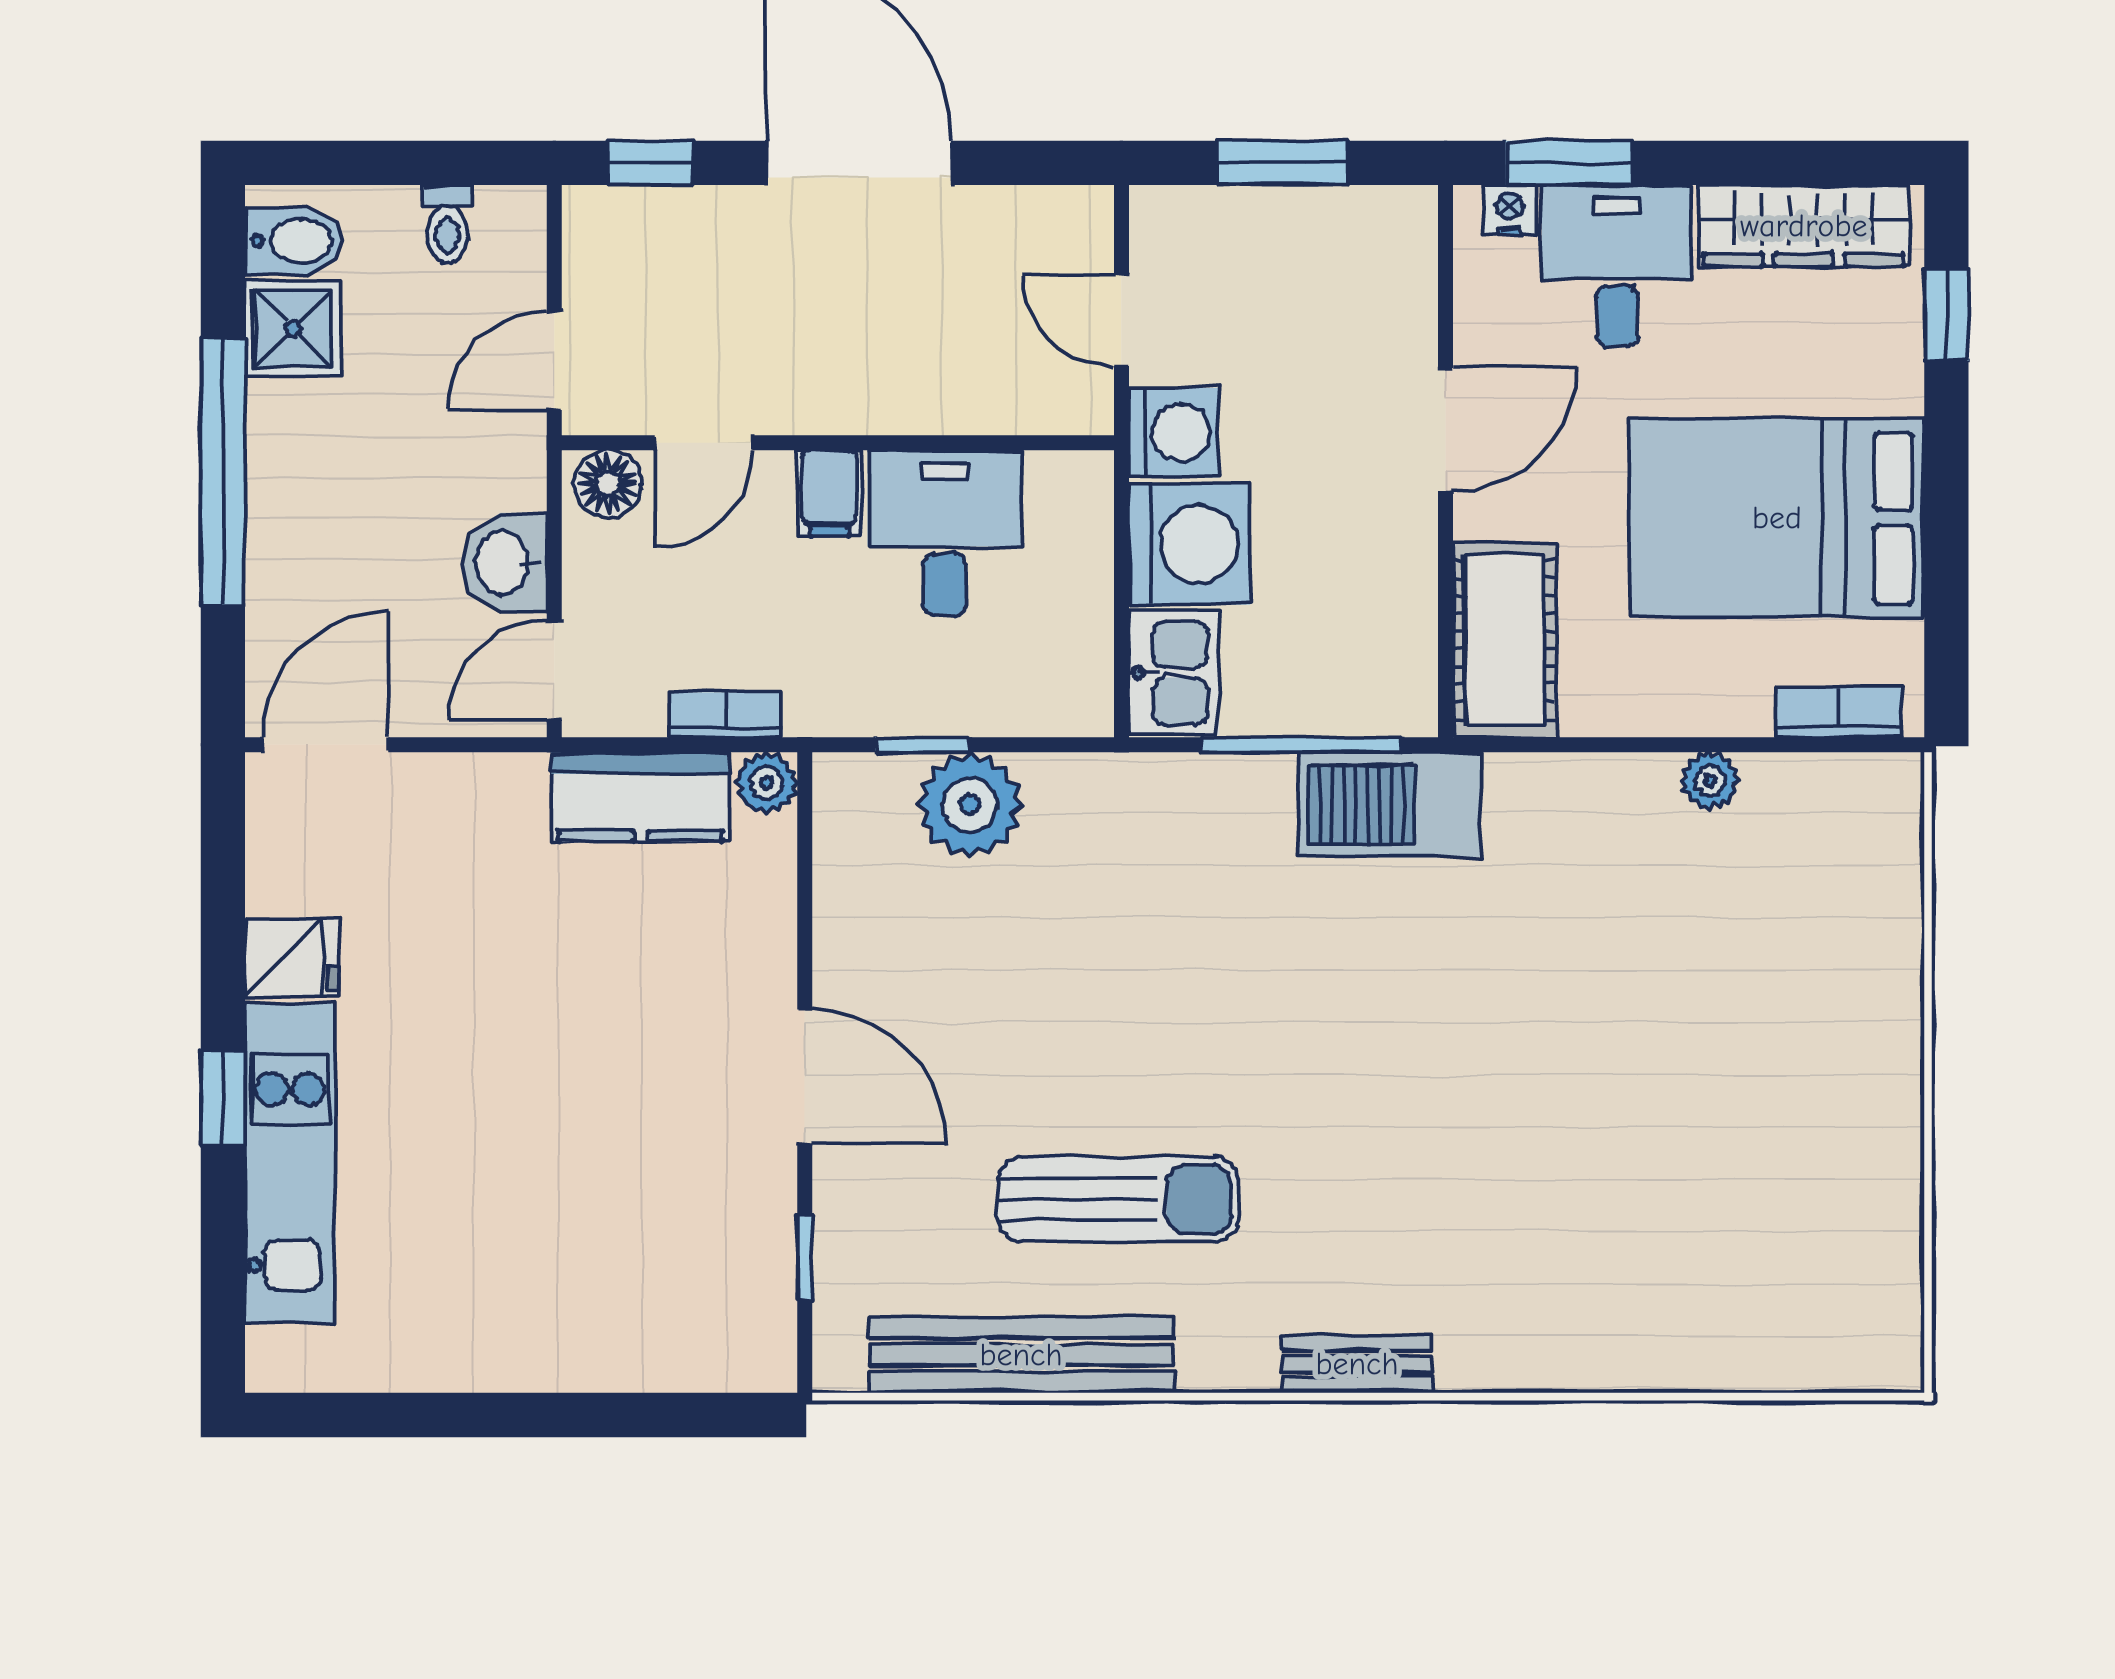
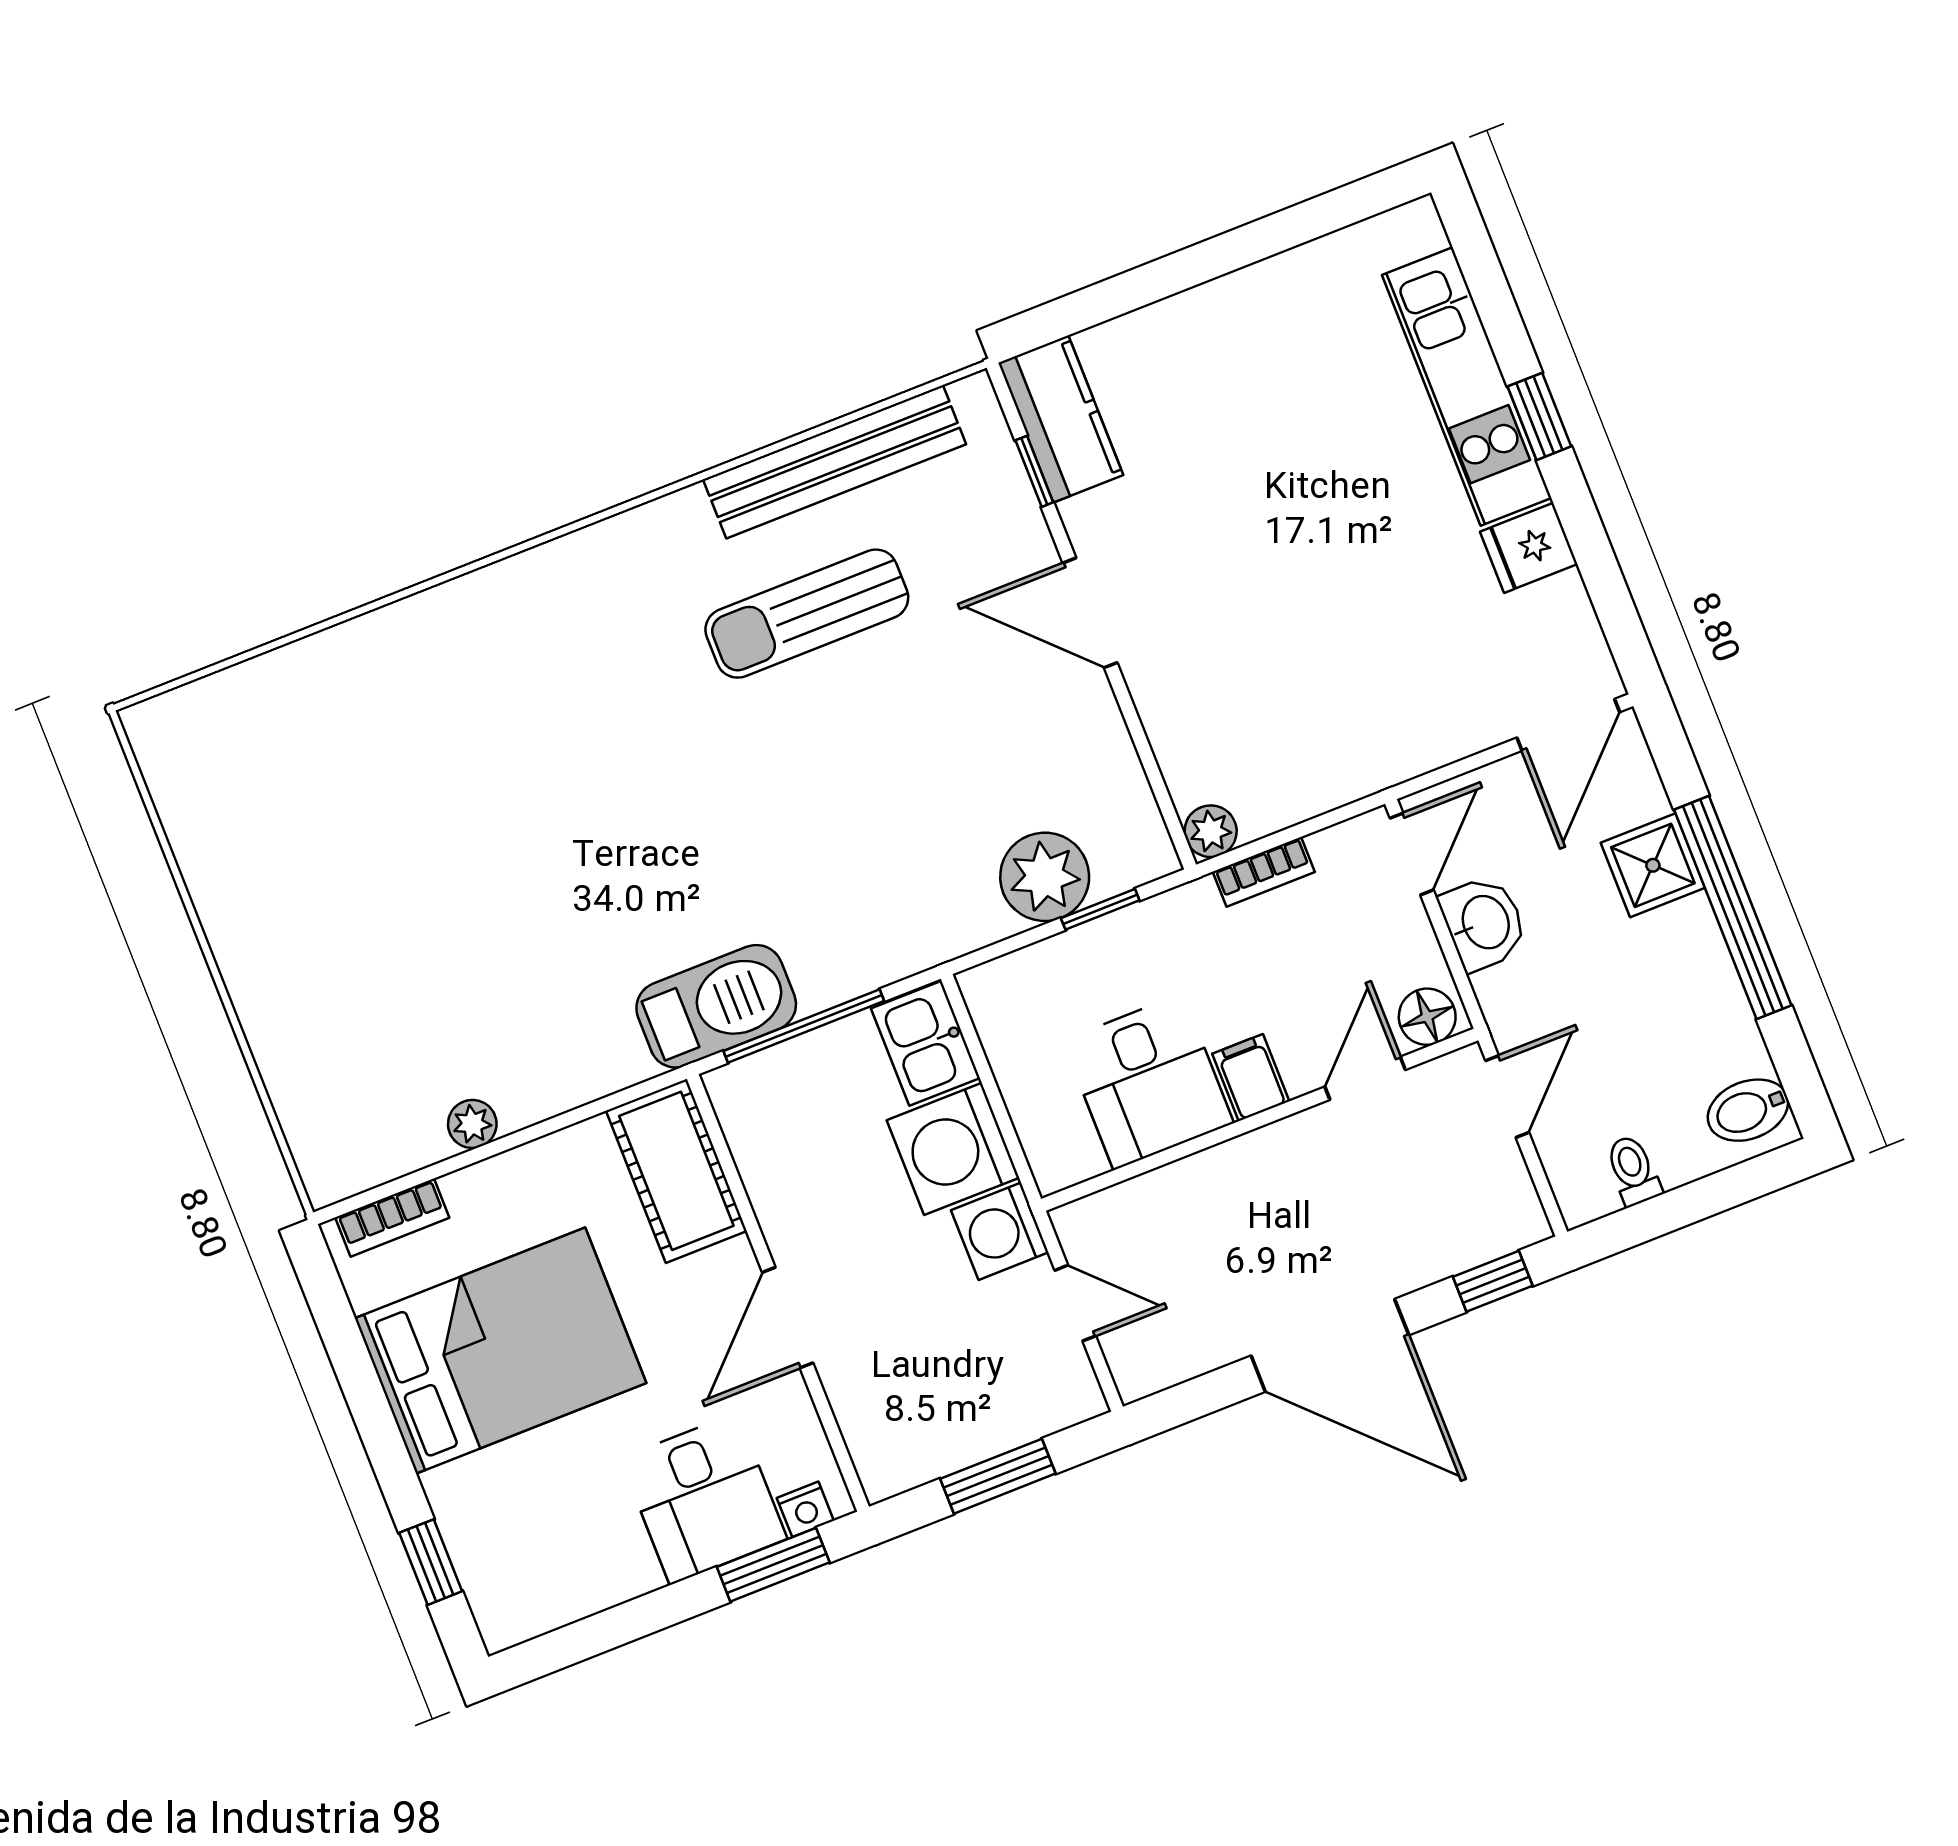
wardrobe: (1804, 226) -> (570, 1588), removed
shower: (293, 329) -> (1653, 865), moved
kitchen counter: (641, 797) -> (1061, 419), moved, turned 90
bench: (1357, 1364) -> (568, 558), removed

